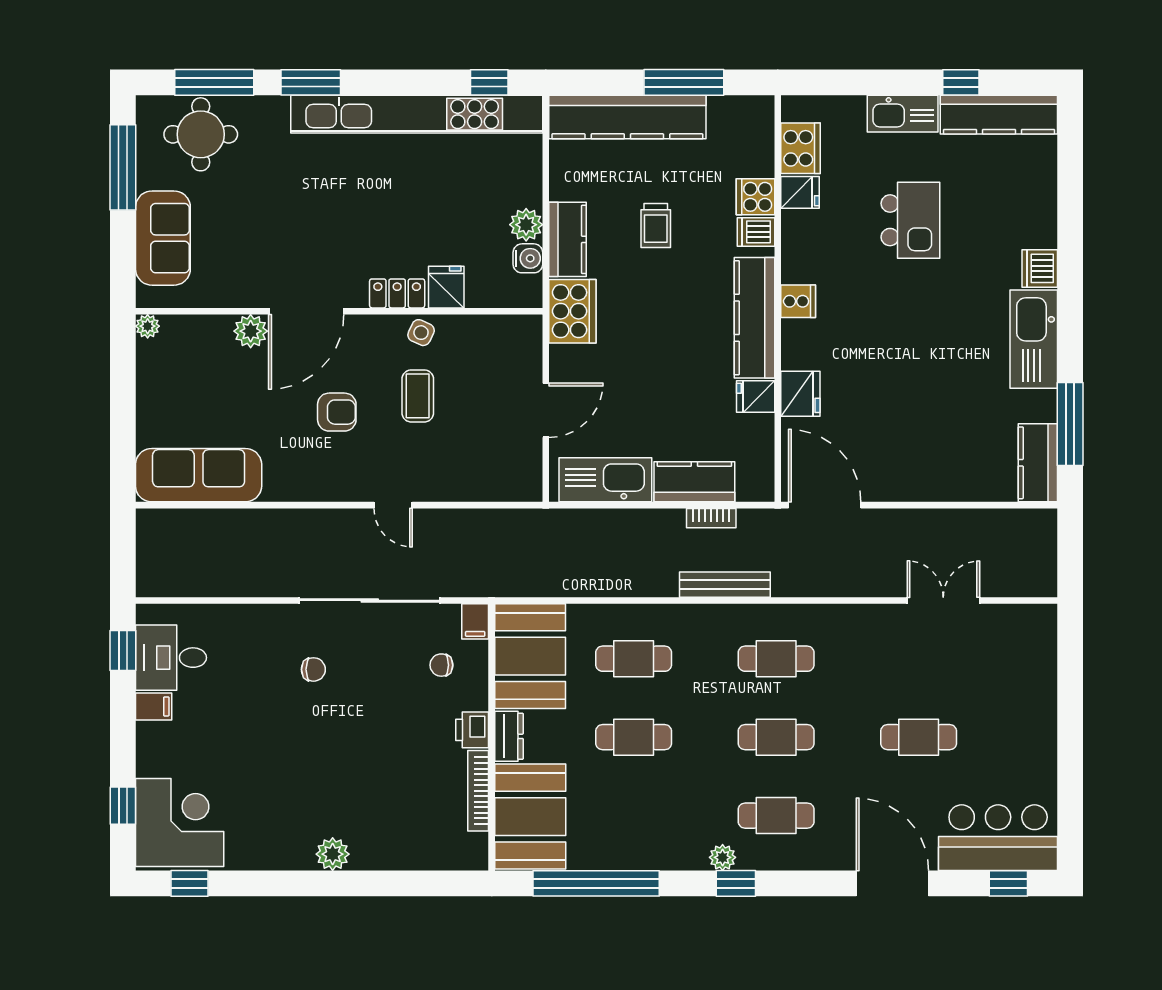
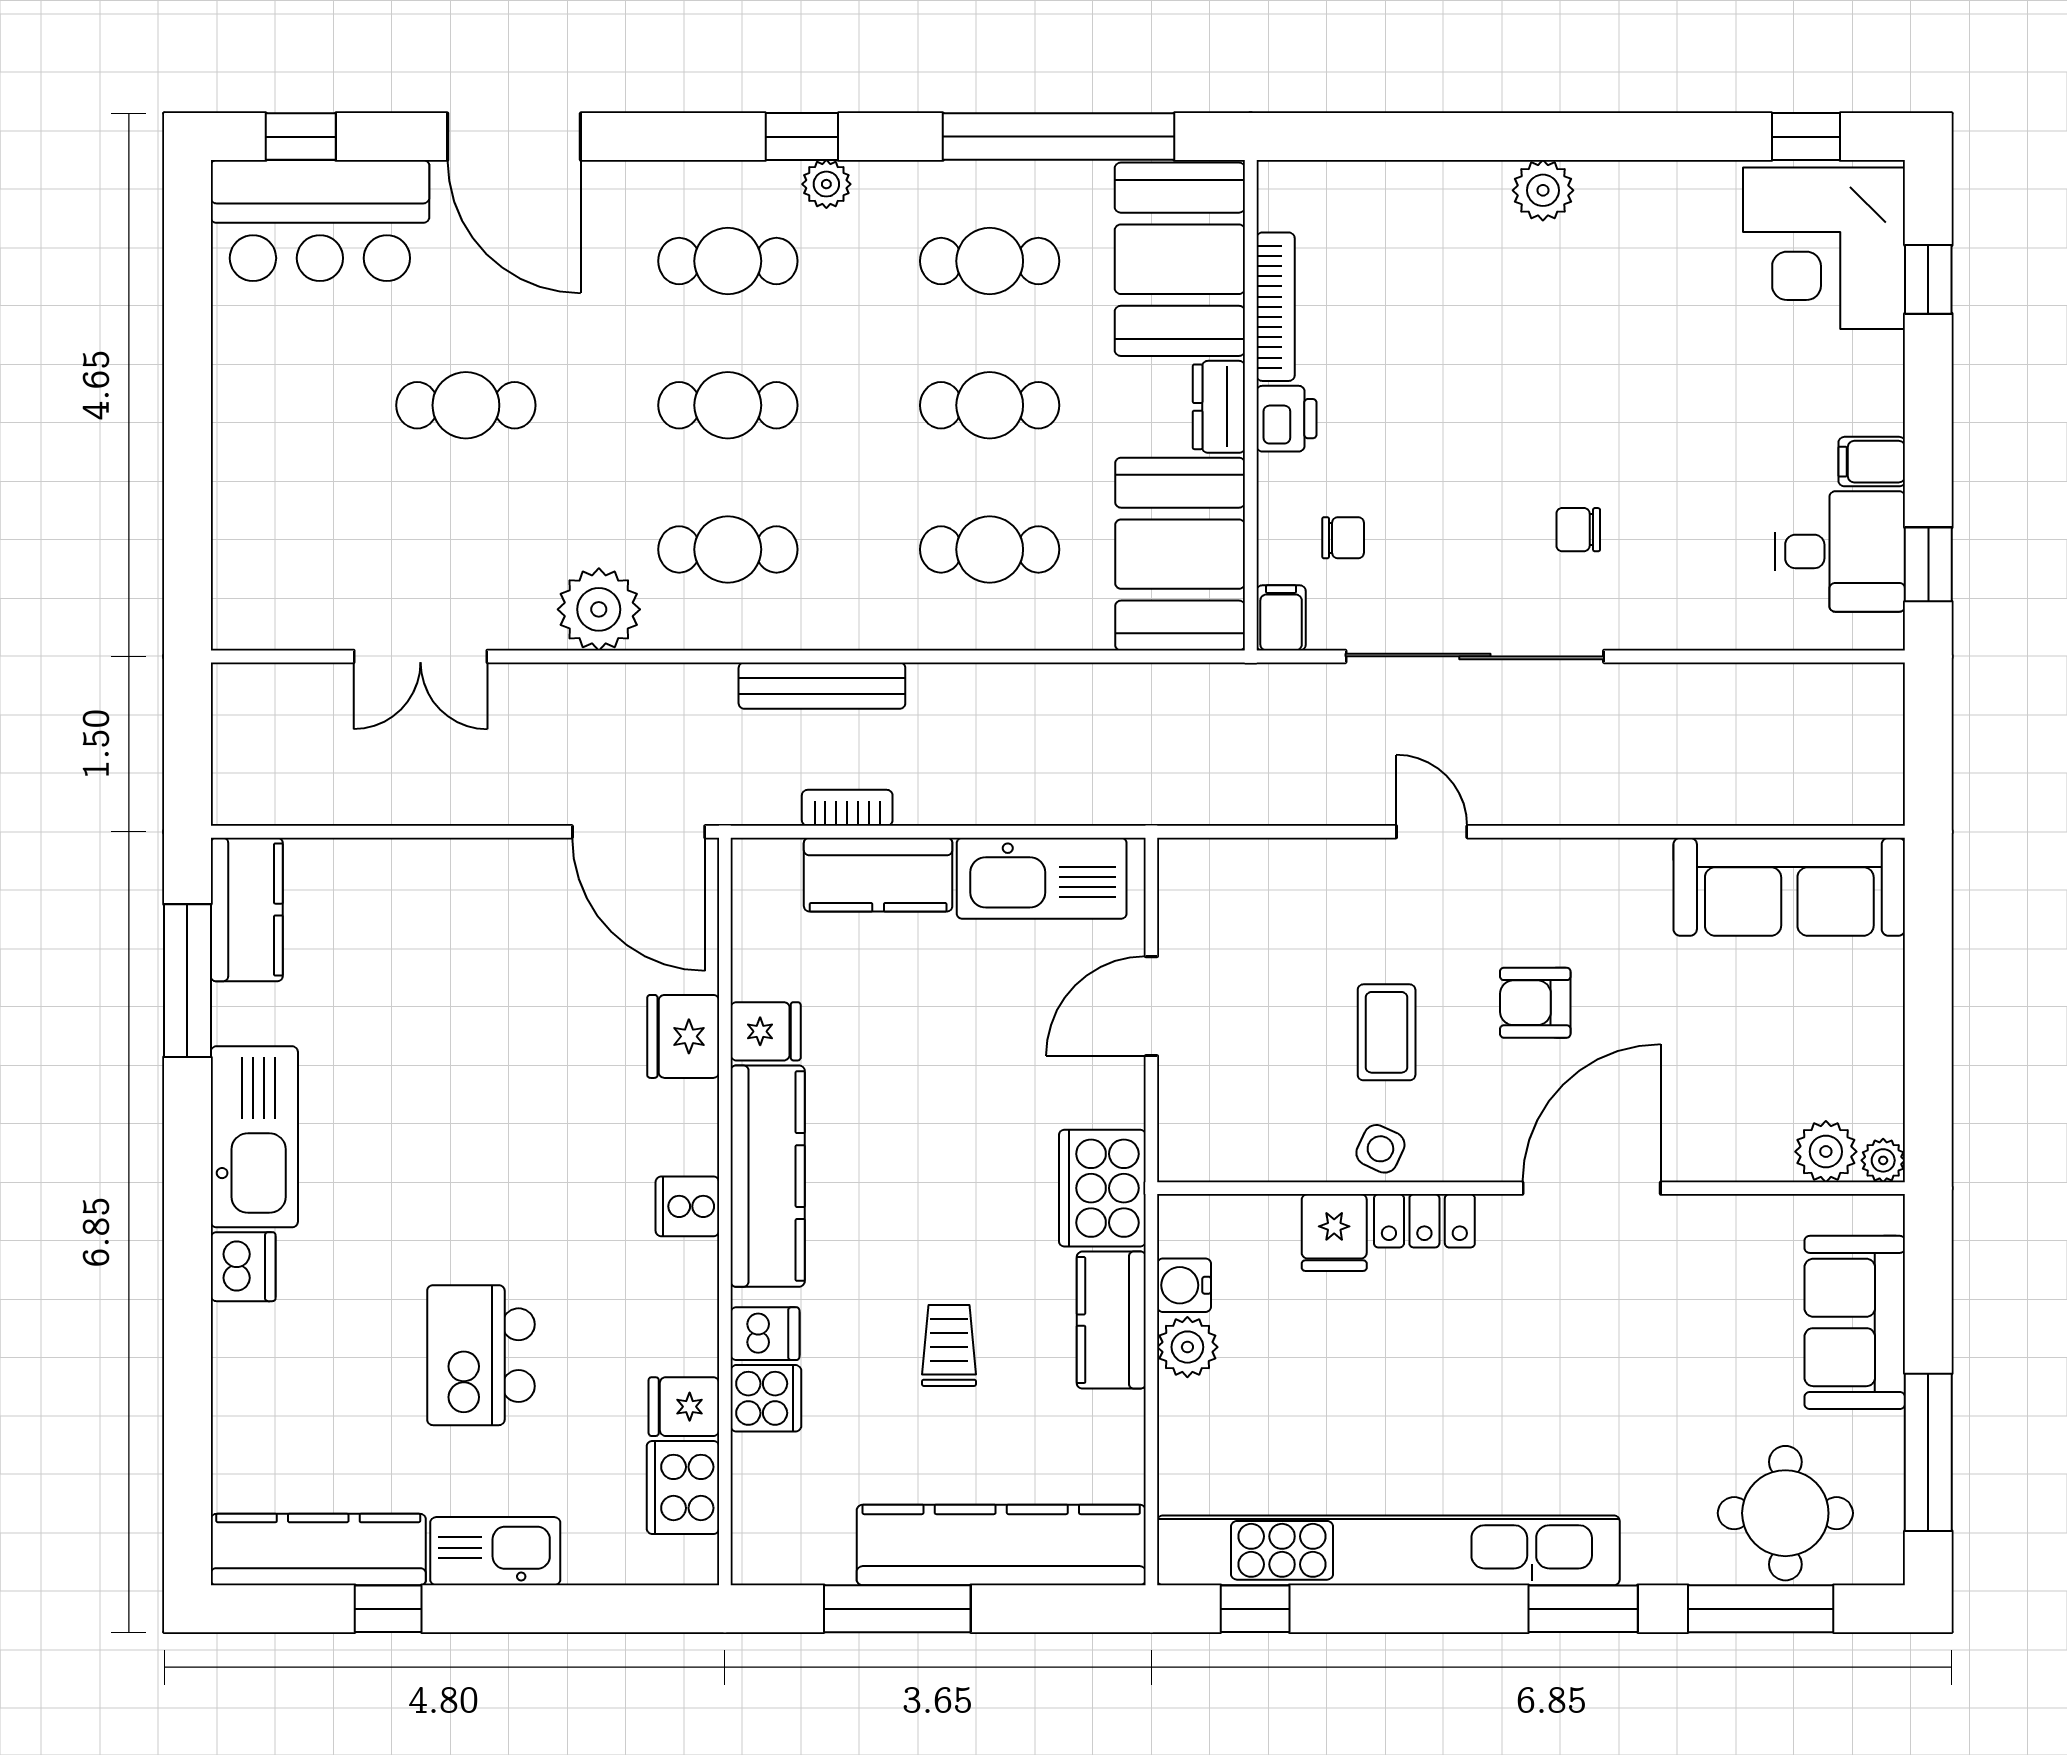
plant: (251, 331) -> (1826, 1152), moved
plant: (846, 626) -> (599, 609), added
cafe table: (634, 816) -> (990, 261), added

